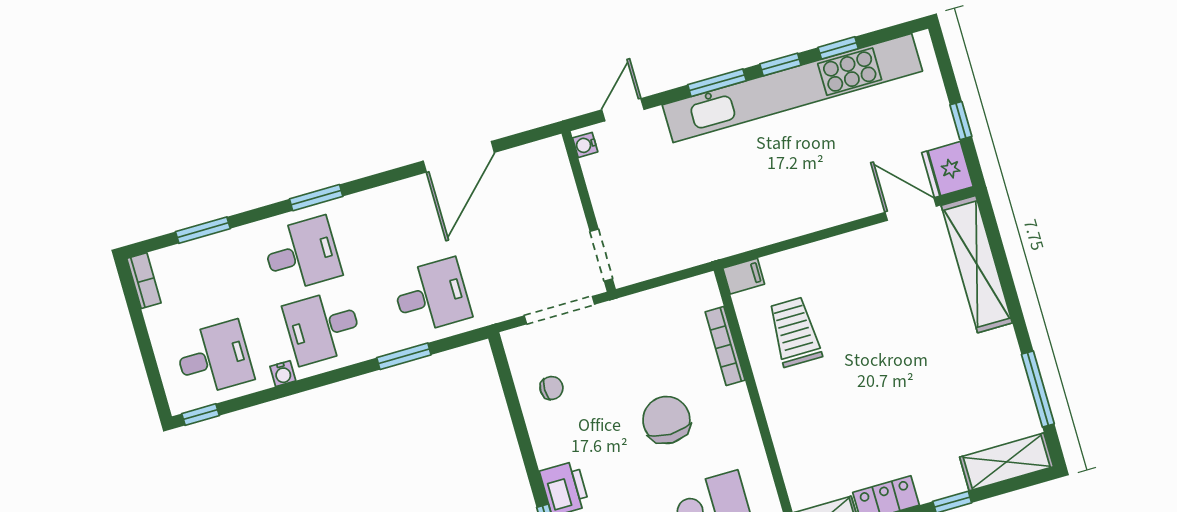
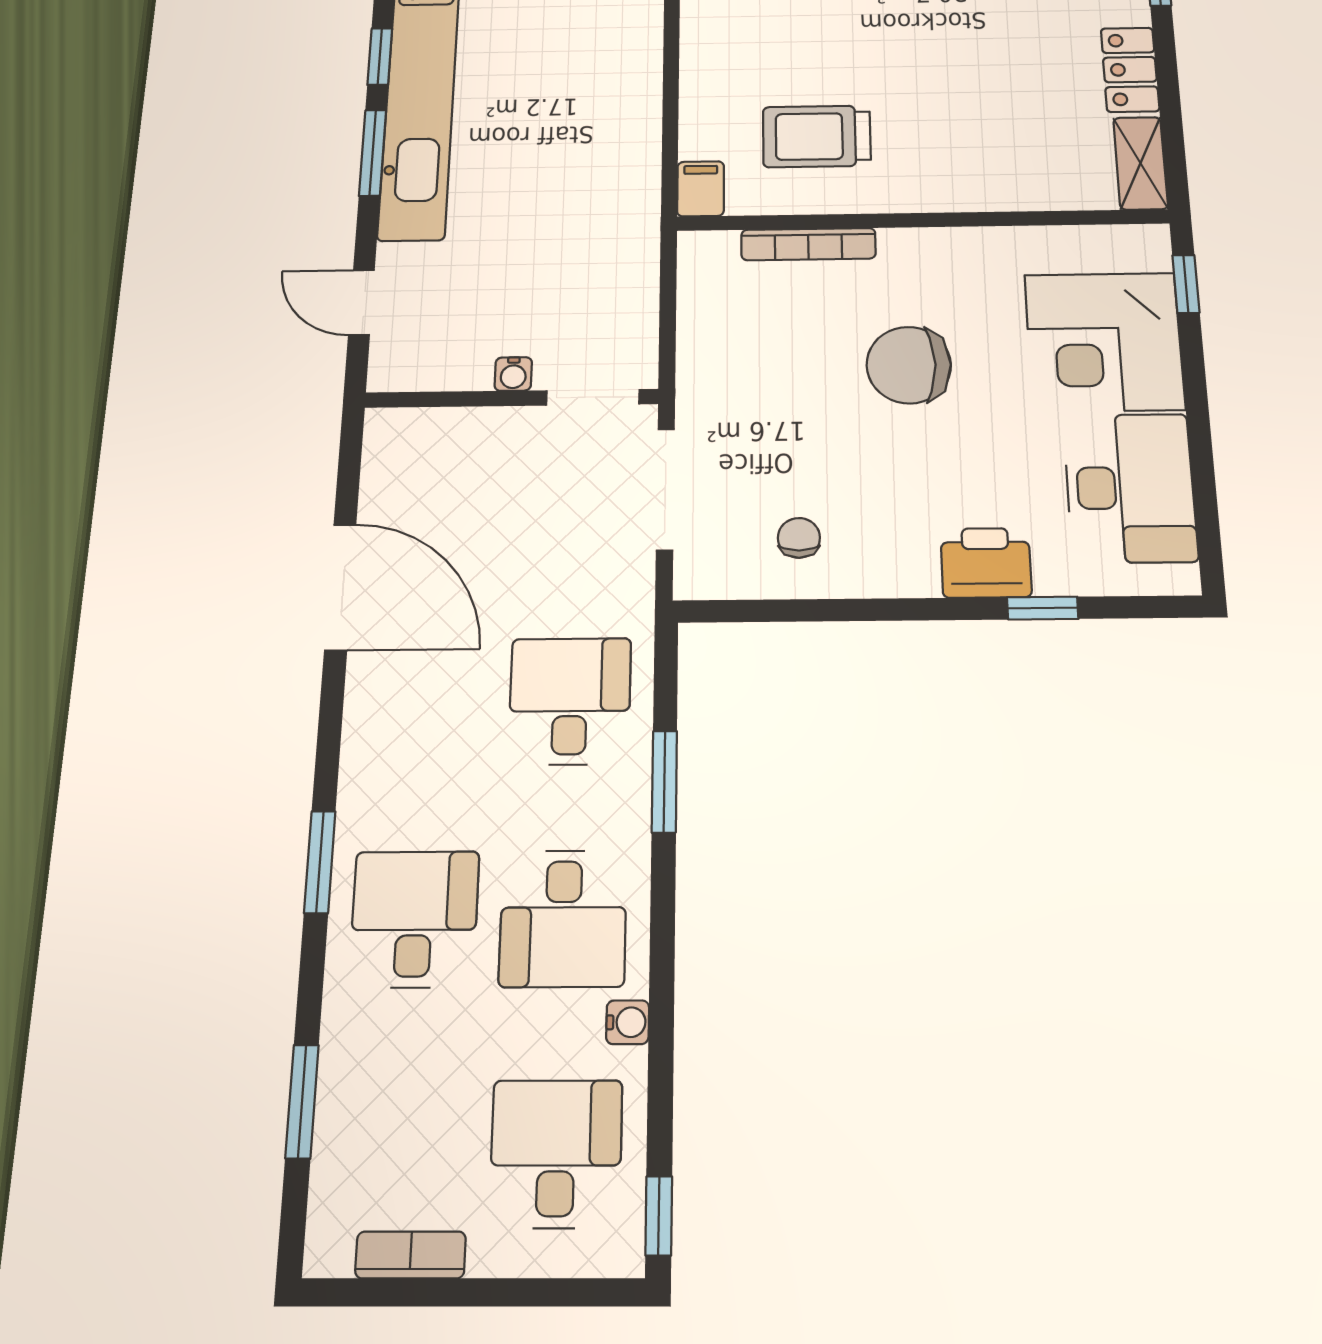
water cooler: (585, 145) -> (513, 374), moved
bookcase: (144, 281) -> (411, 1255), moved

